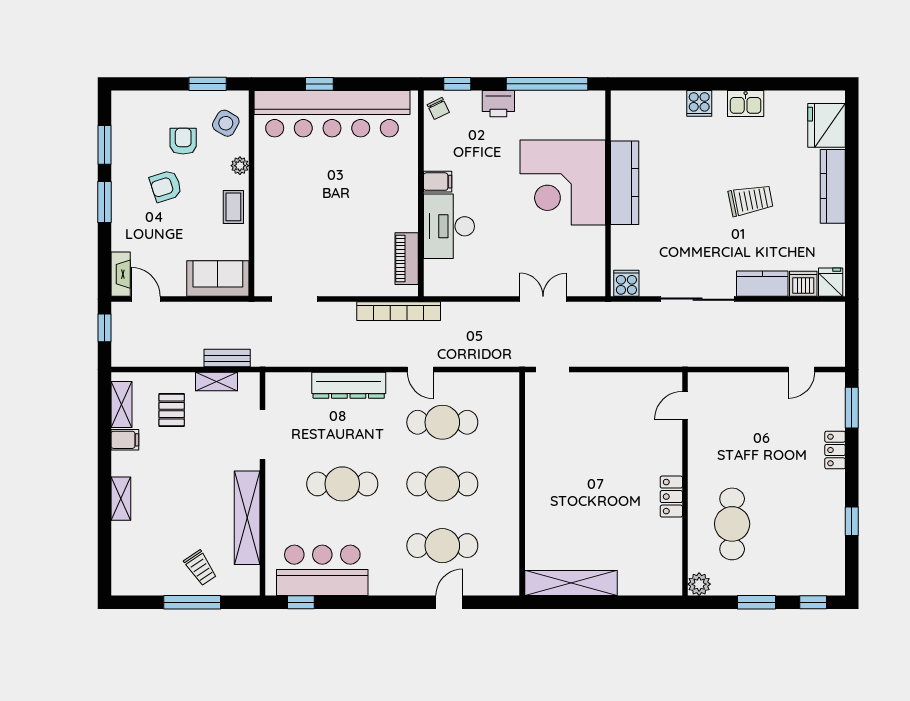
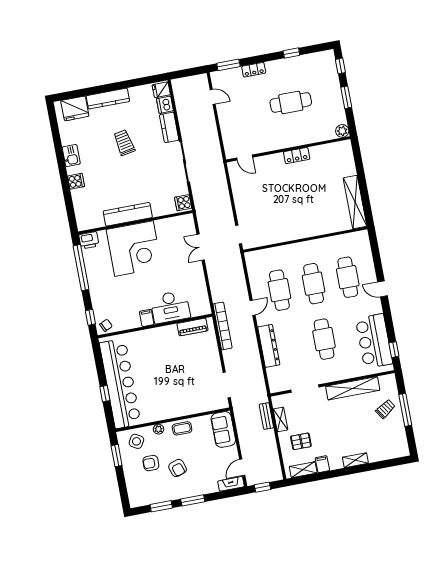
printer: (498, 104) -> (89, 240), moved, turned 90
cafe table: (732, 524) -> (291, 102), moved
door: (449, 602) -> (382, 289), moved

